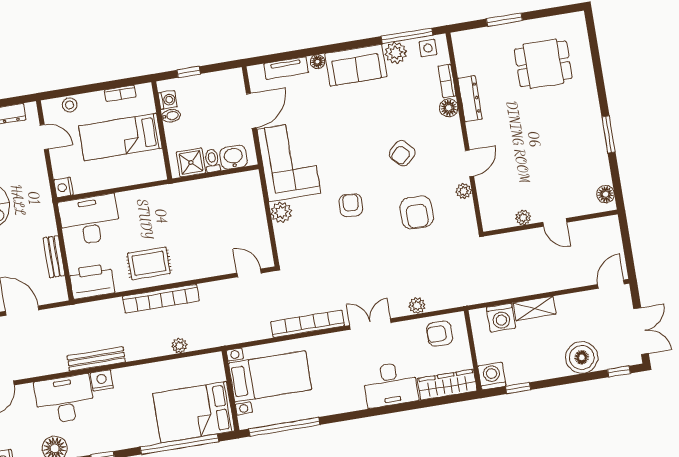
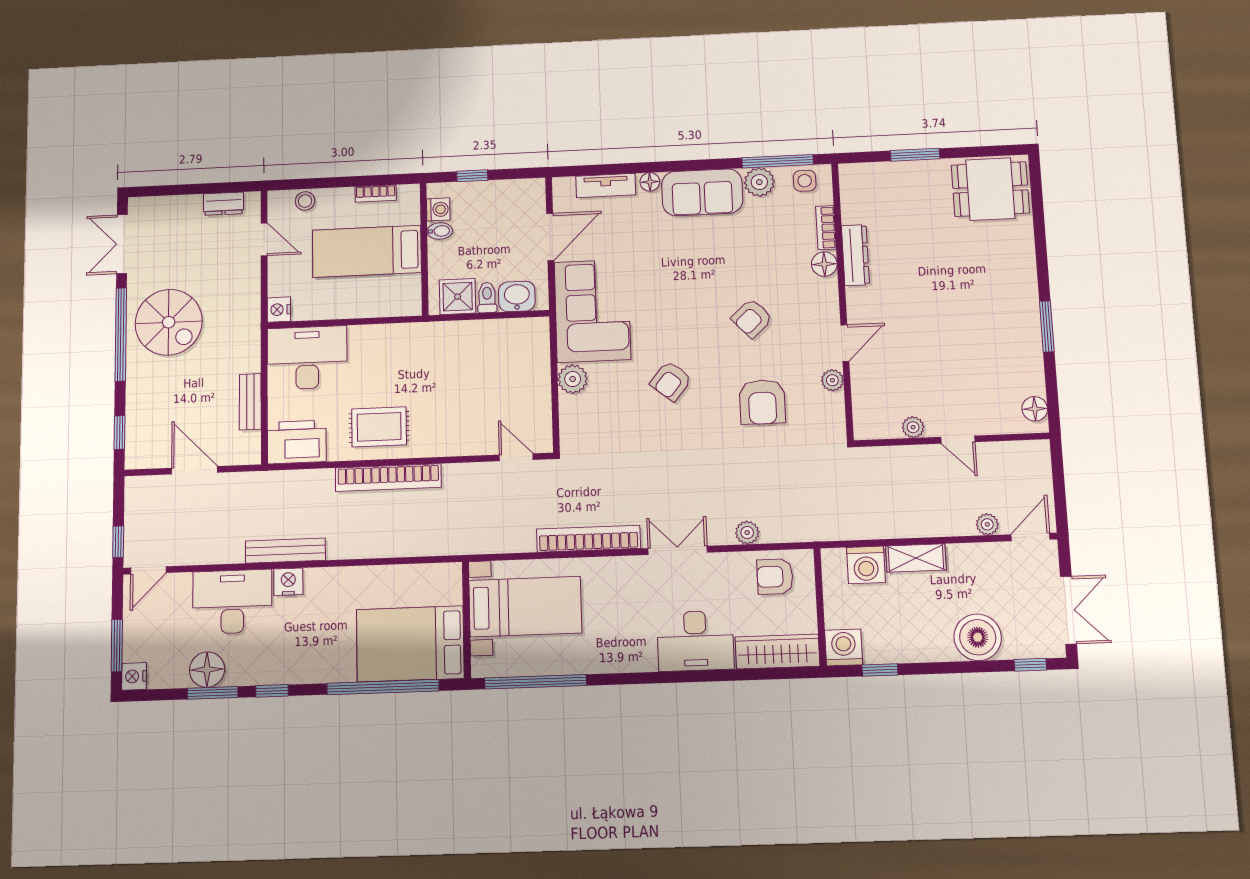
dining table: (543, 64) -> (990, 189), moved
armchair: (351, 205) -> (671, 381), turned -145
plant: (179, 346) -> (987, 524), moved

